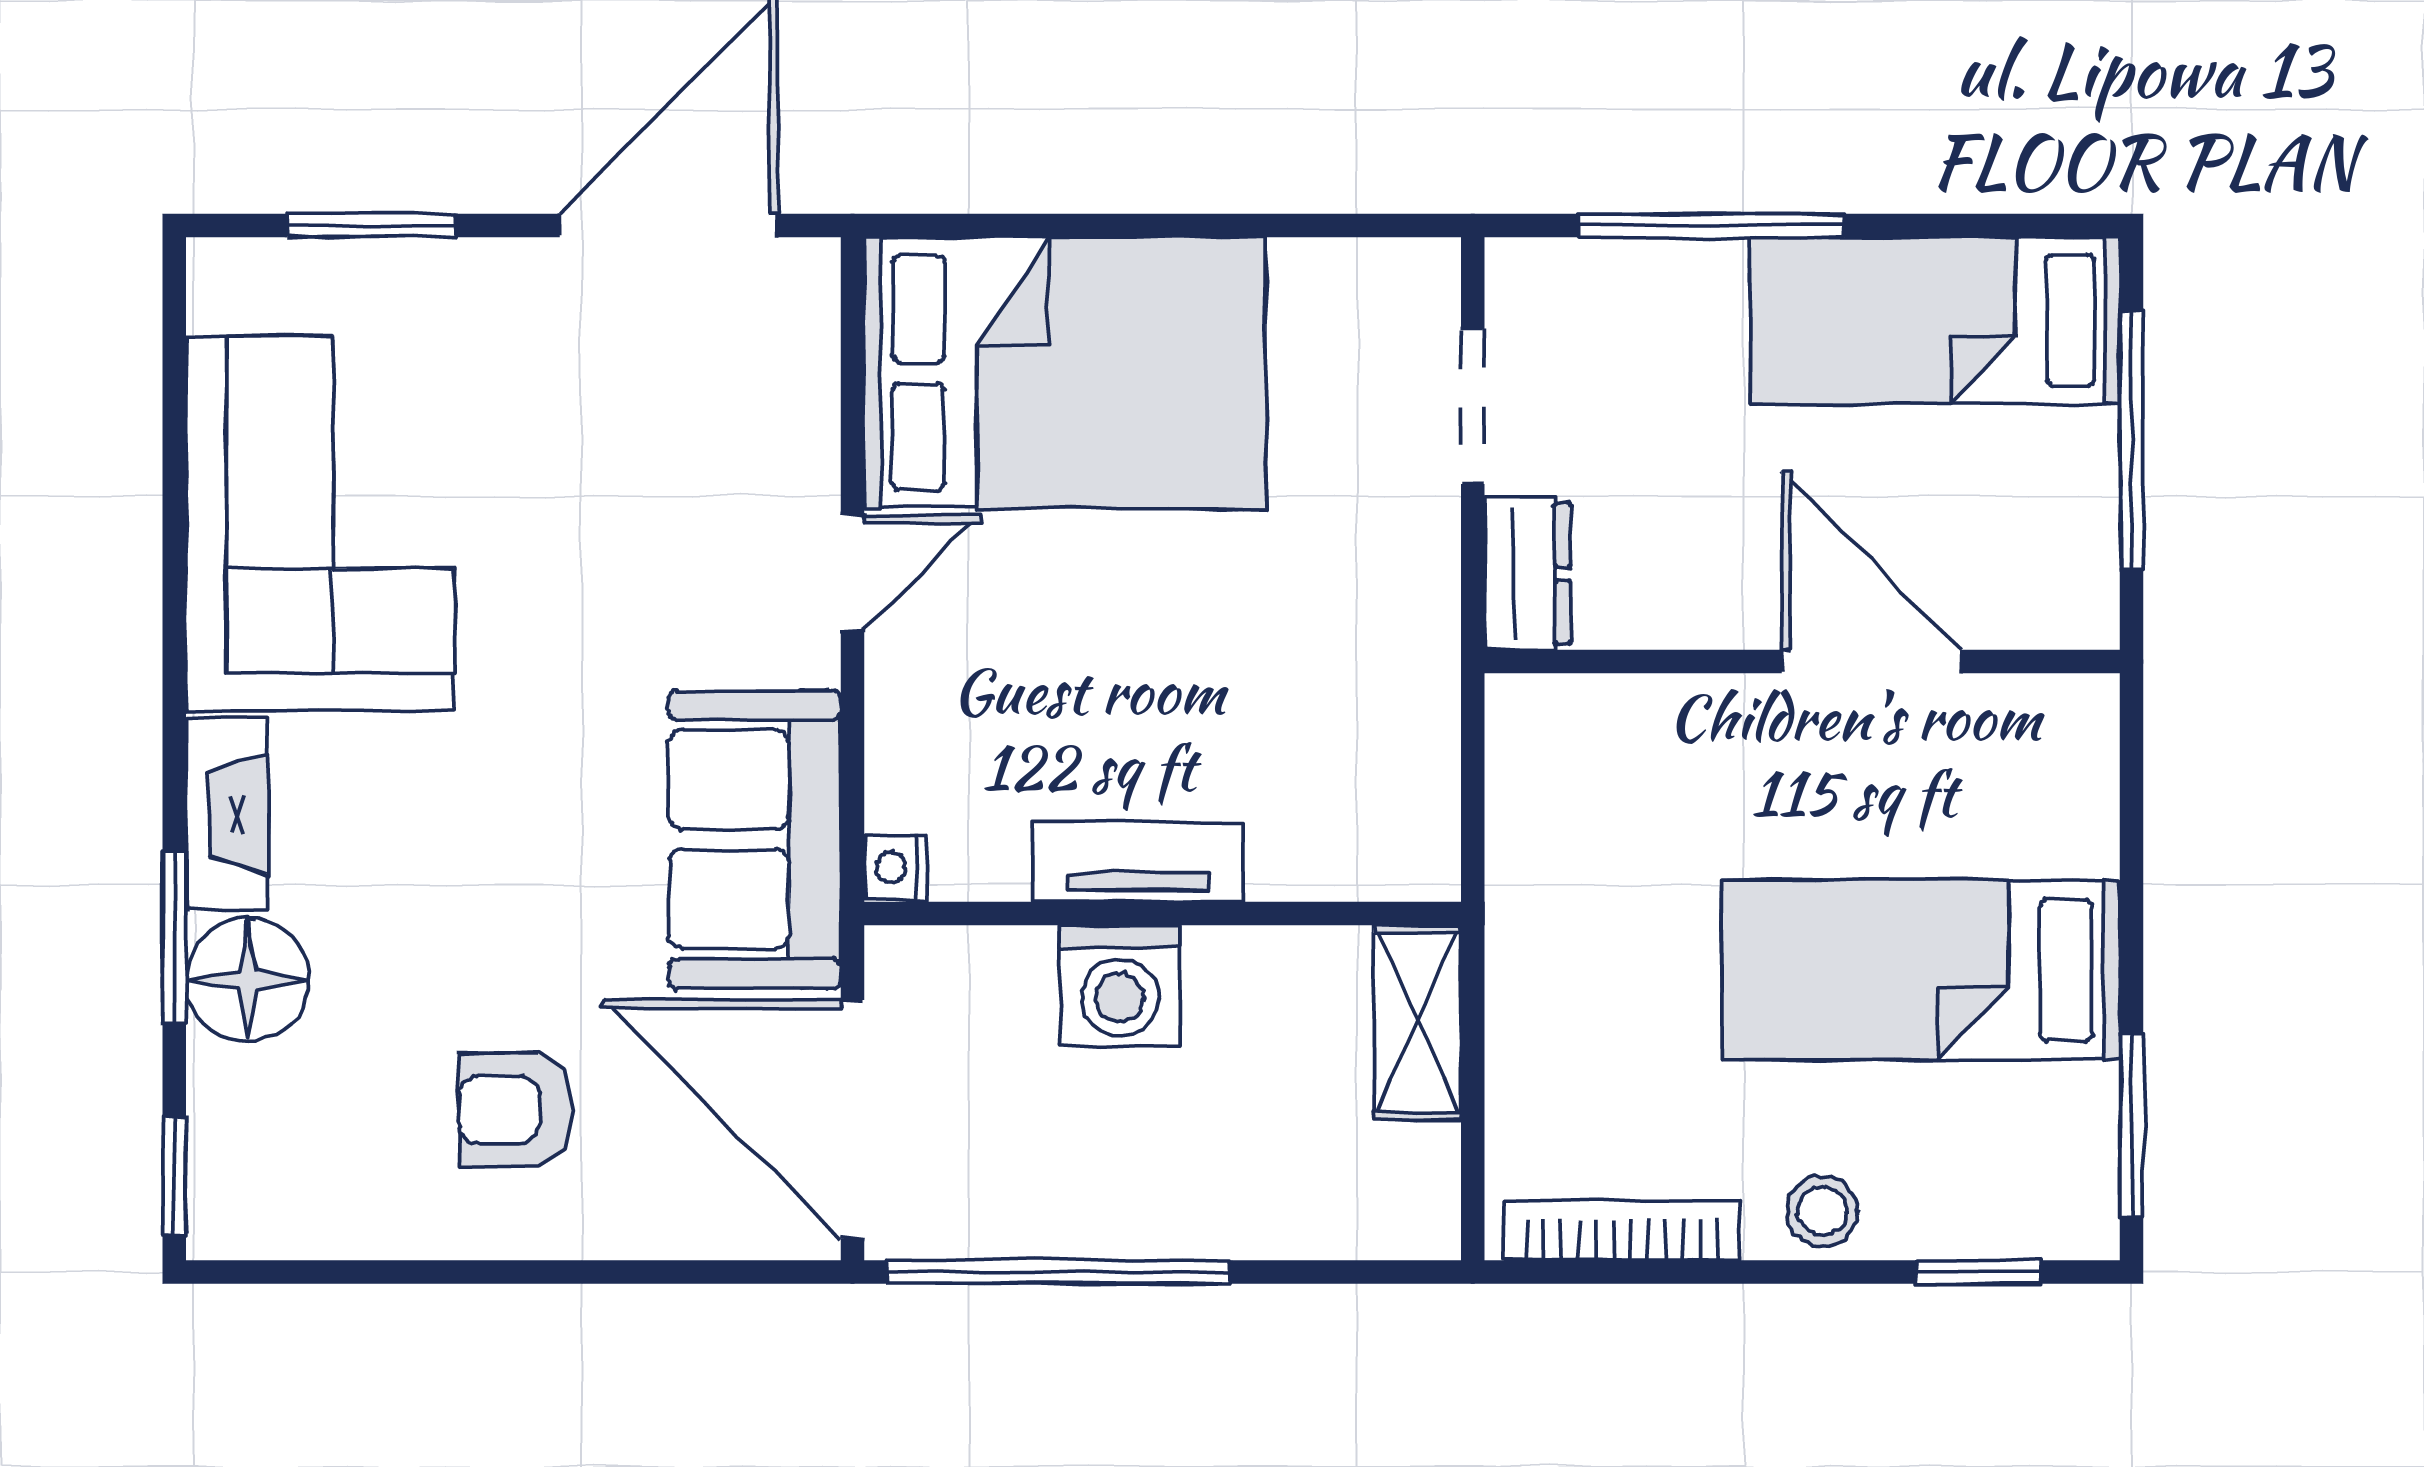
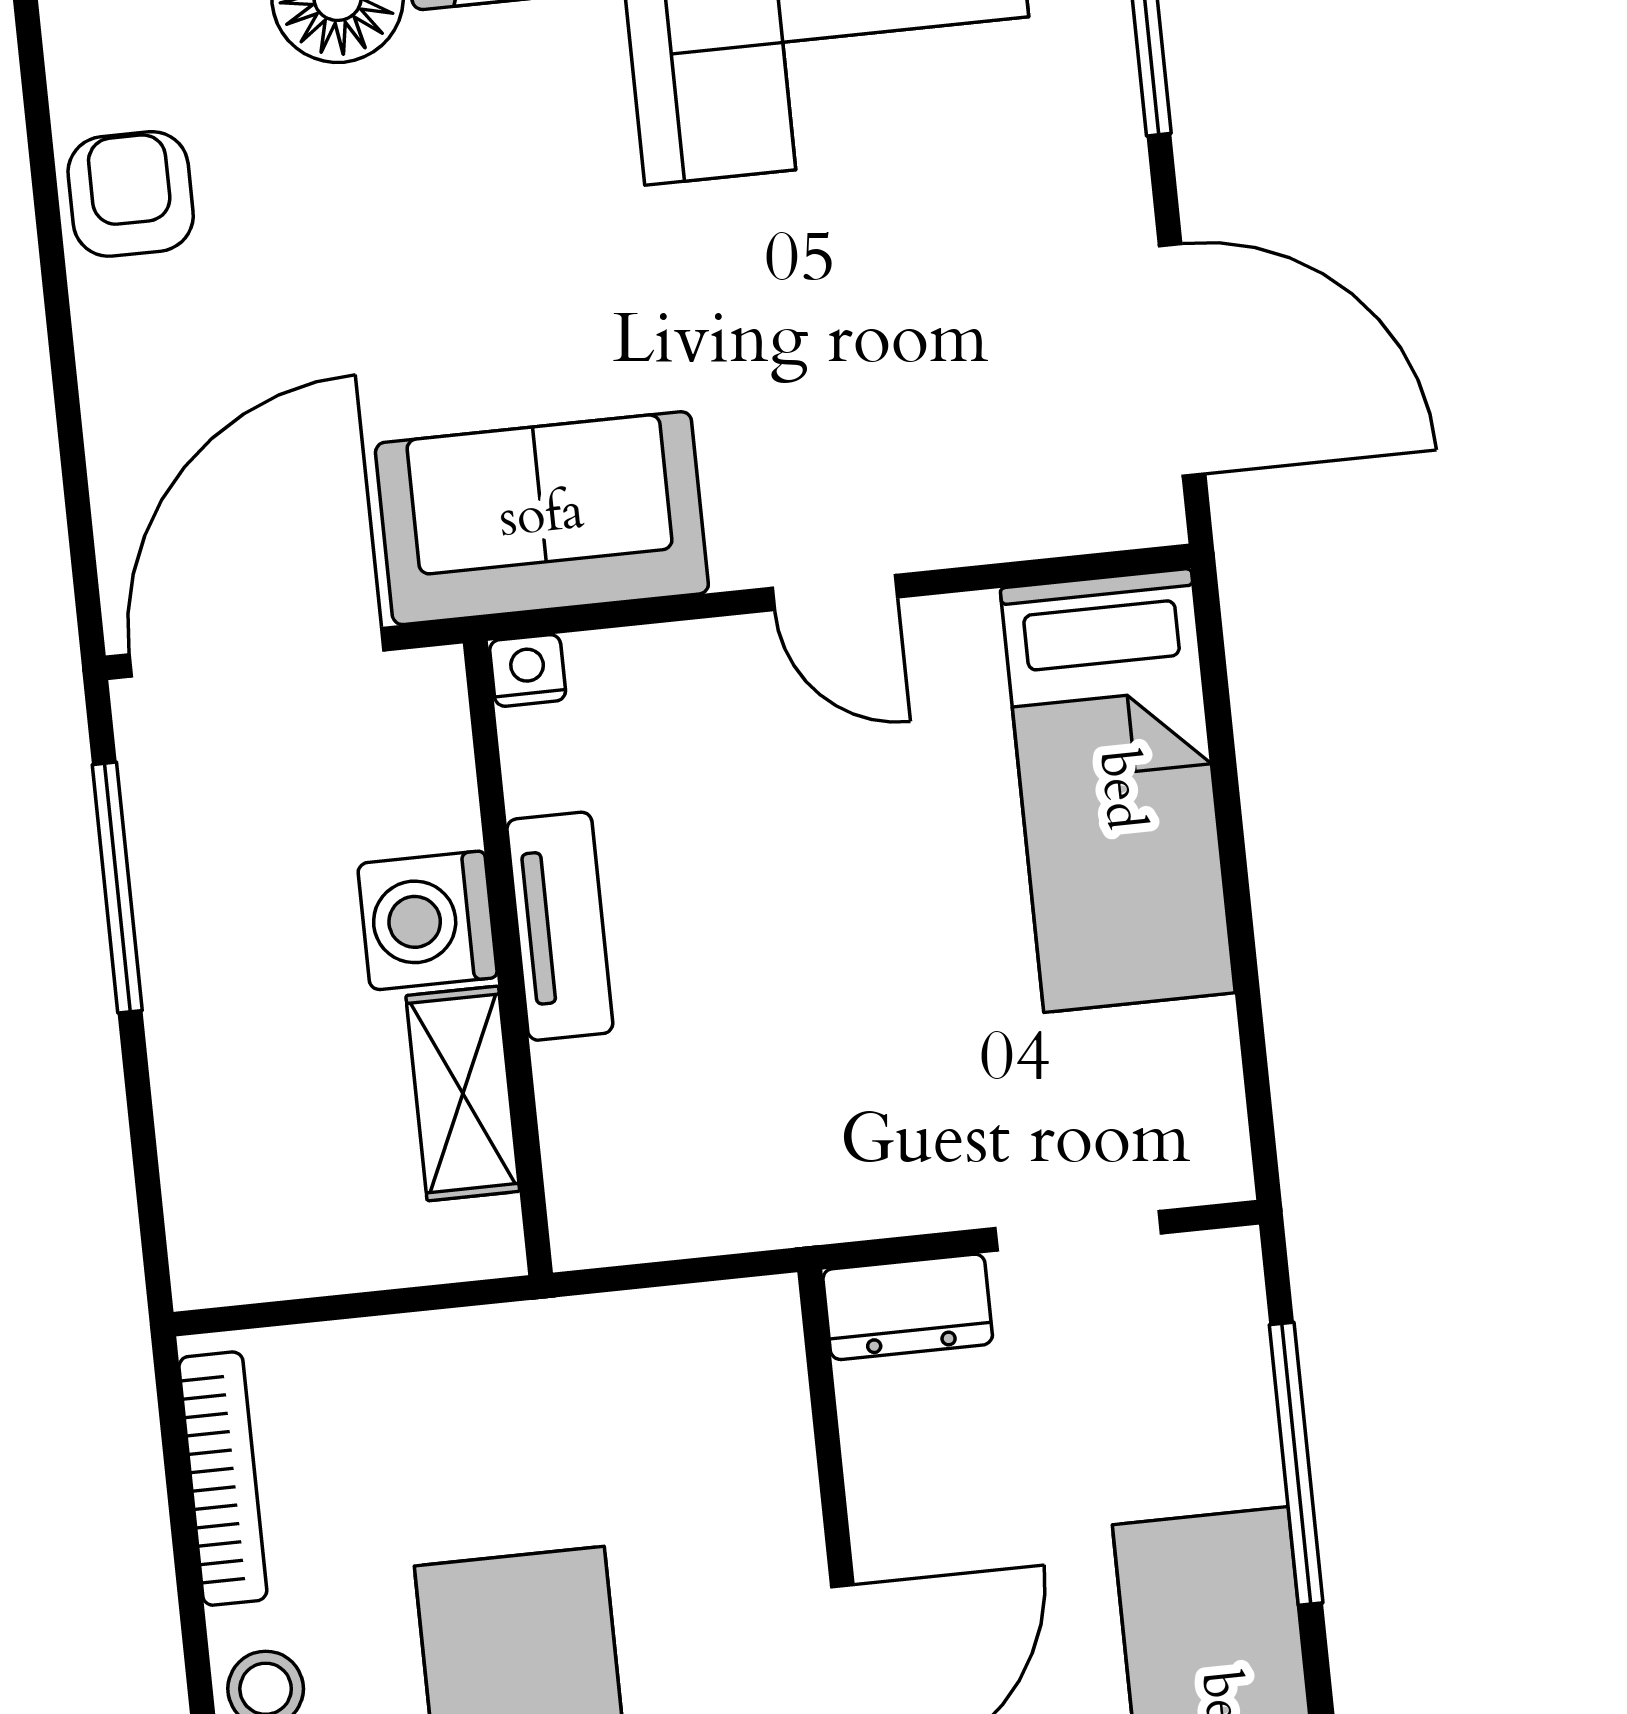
bed: (1065, 373) -> (1118, 790), width x0.67
shelving: (1417, 1022) -> (463, 1093), moved, turned 90
armchair: (515, 1110) -> (131, 194), moved
window: (1059, 1272) -> (117, 888), width x0.68

